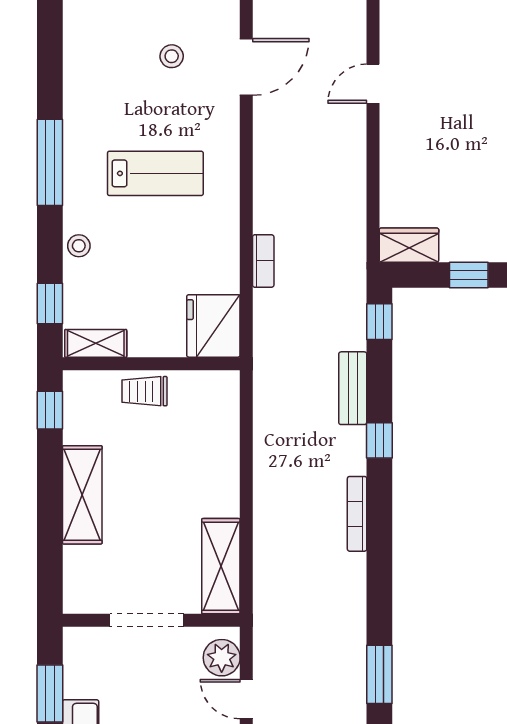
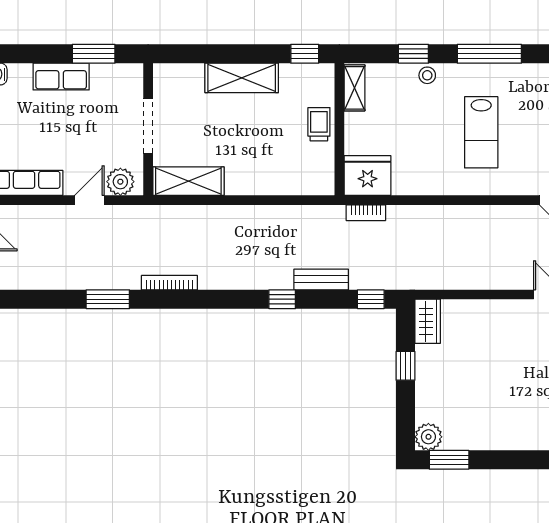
bookcase: (263, 261) -> (366, 213), moved
window: (50, 304) -> (413, 54), moved
bookcase: (357, 514) -> (169, 283), moved

